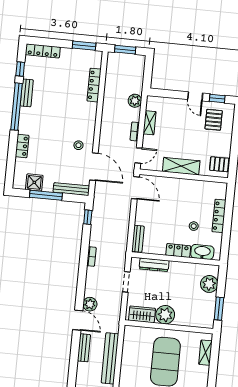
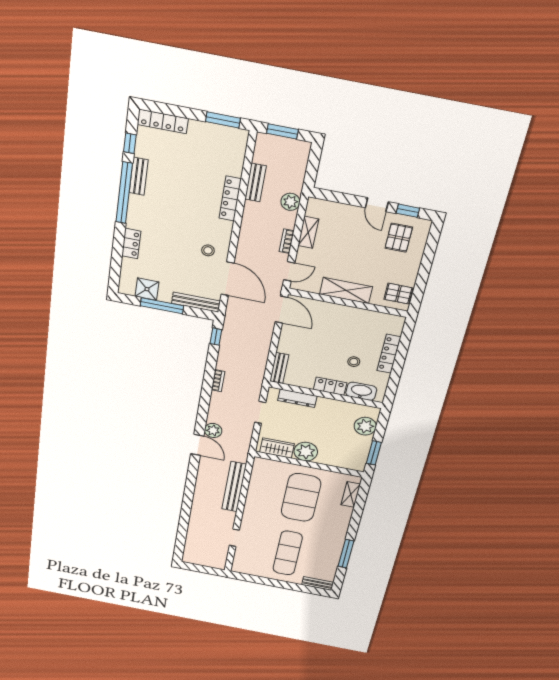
locker: (94, 85) -> (230, 199), moved
bench: (84, 348) -> (255, 182), moved

